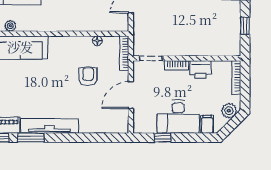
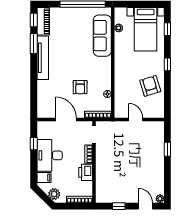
armchair: (88, 77) -> (80, 87), turned 90

